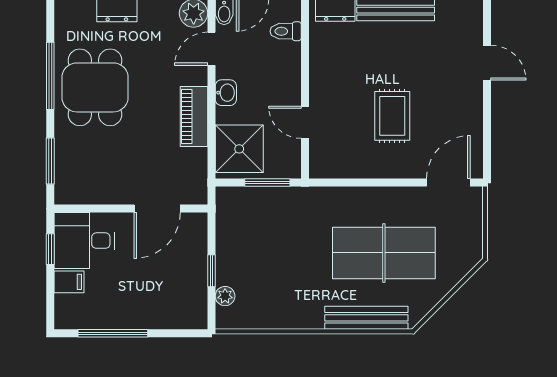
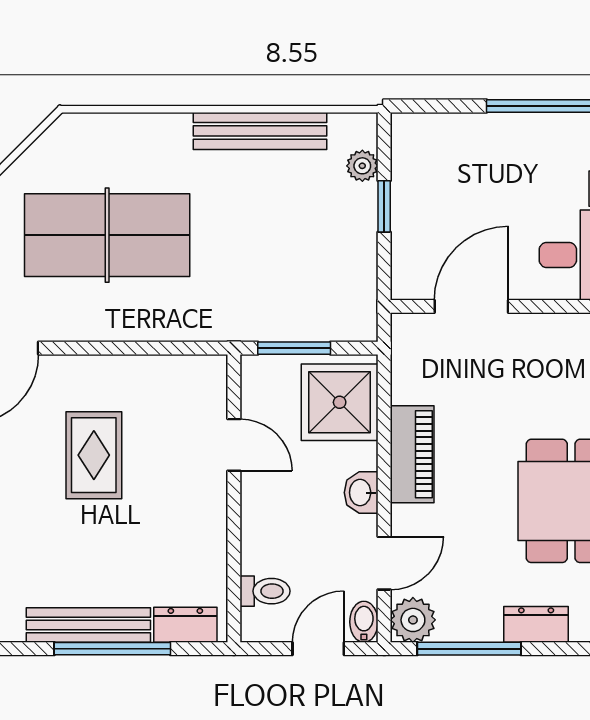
bench: (366, 318) -> (260, 131), moved

